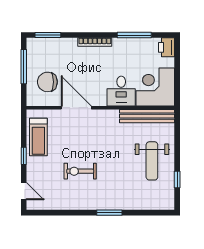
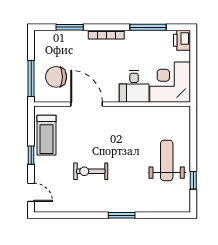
window: (48, 35) -> (70, 27), moved
window: (24, 67) -> (31, 78), moved
bench: (147, 116) -> (161, 113), removed
weight bench: (152, 161) -> (167, 160), turned 180

